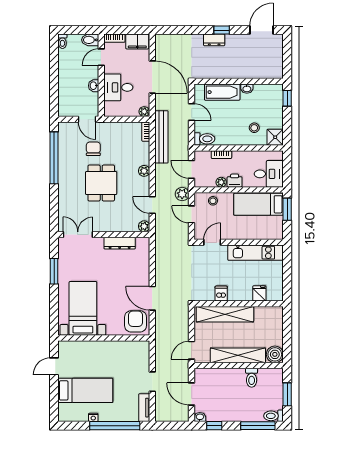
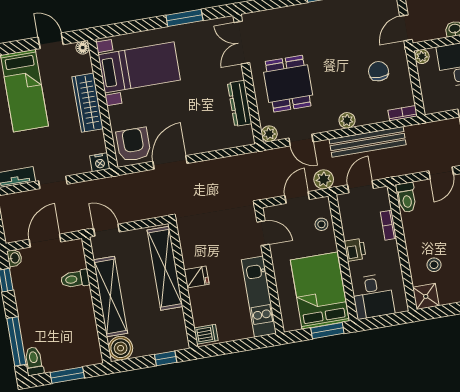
plant: (144, 112) -> (422, 57), moved
bench: (161, 137) -> (368, 142), moved
chair: (93, 149) -> (379, 71), moved, turned -90
plant: (221, 182) -> (350, 231), removed
dining table: (101, 183) -> (288, 84), moved, turned 90
bed: (259, 204) -> (320, 291), width x1.50
door: (152, 205) -> (301, 140), swing flipped
double door: (78, 234) -> (242, 43), swing flipped
fridge: (259, 293) -> (197, 277), moved
dishwasher: (221, 294) -> (206, 334), moved
armchair: (136, 321) -> (134, 144), turned -90
window: (287, 324) -> (166, 358), added
floor lamp: (63, 345) -> (83, 48), added
nightstand: (144, 347) -> (100, 162), added
wardrobe: (101, 348) -> (88, 103), added
toilet: (252, 378) -> (75, 279), moved

